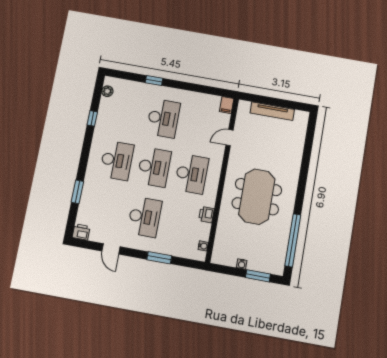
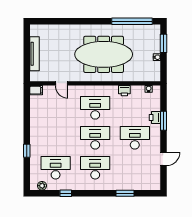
desk: (163, 118) -> (56, 168), moved
meeting table: (257, 197) -> (104, 54), width x1.36
printer: (81, 232) -> (155, 118), moved

